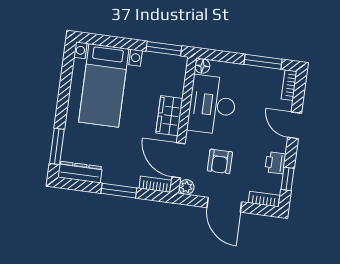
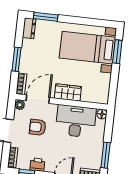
window: (164, 49) -> (117, 52), moved
dresser: (80, 172) -> (29, 28), width x0.70

